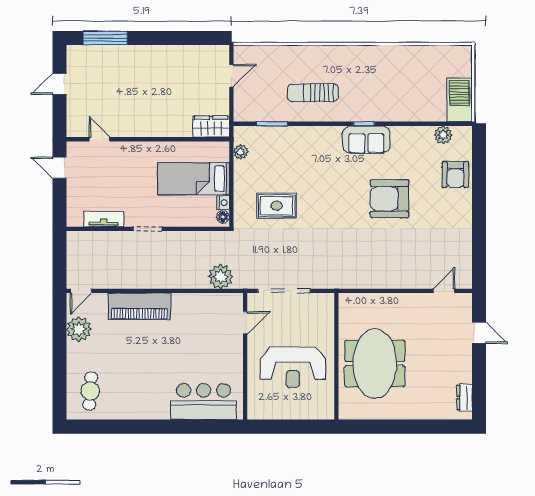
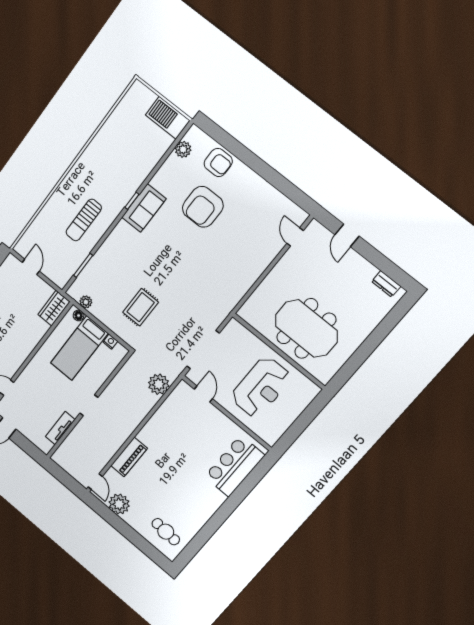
armchair: (389, 199) -> (203, 207), moved
floor lamp: (223, 217) -> (79, 315), moved
piano: (139, 306) -> (129, 457), width x0.73, depth x0.75
door: (479, 333) -> (347, 235), swing flipped

